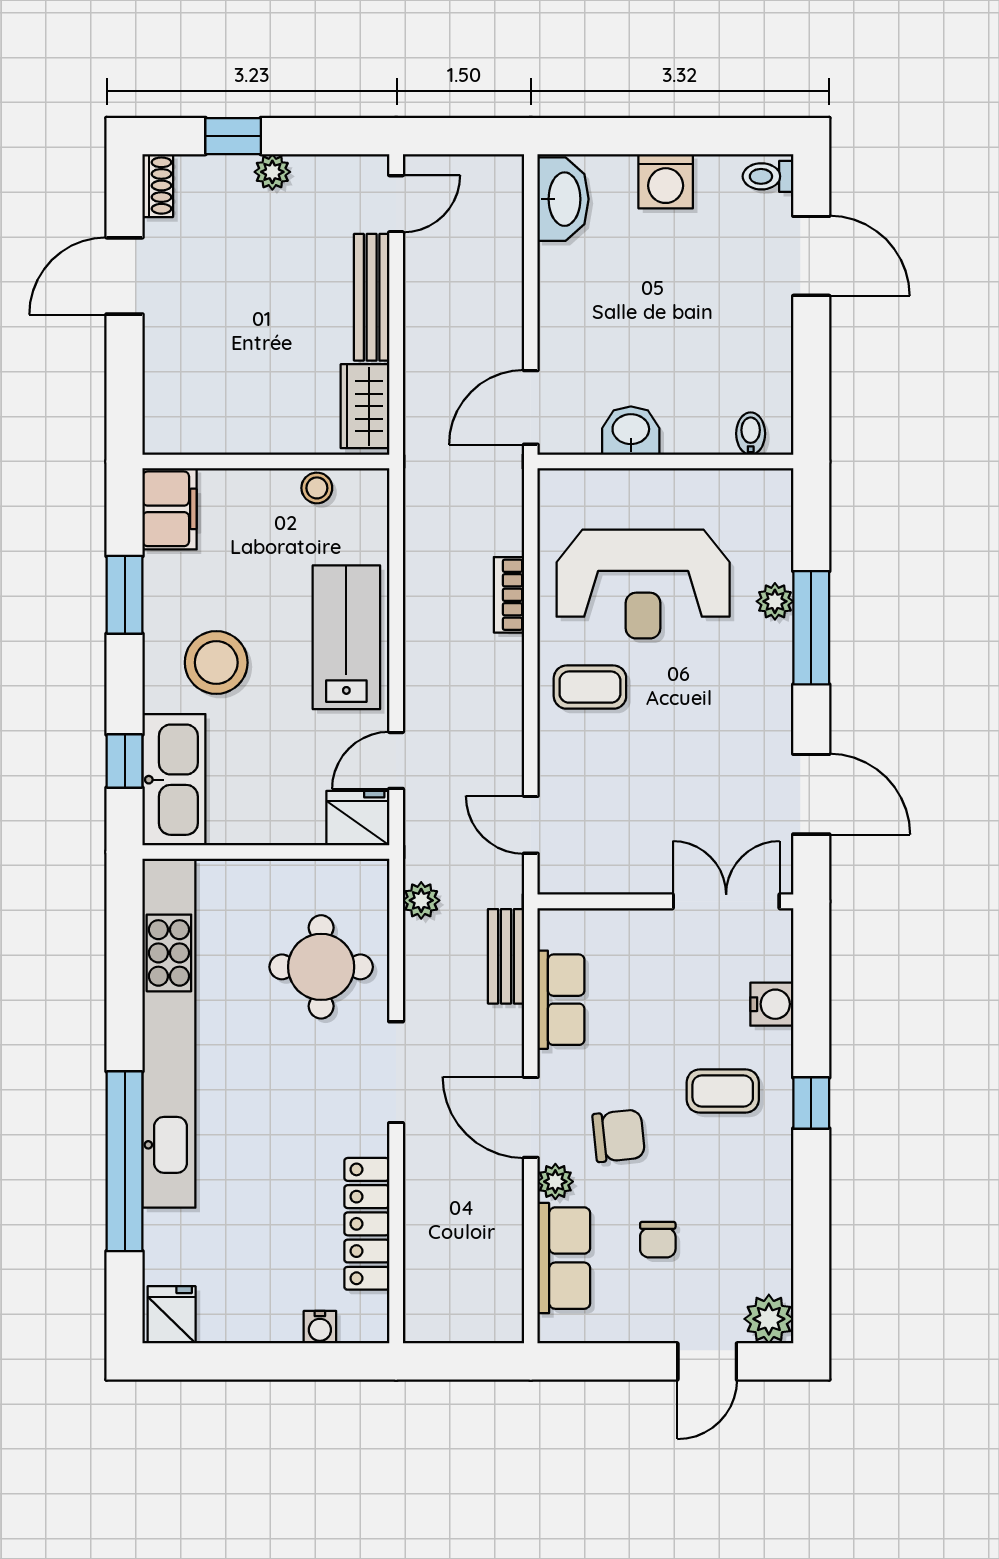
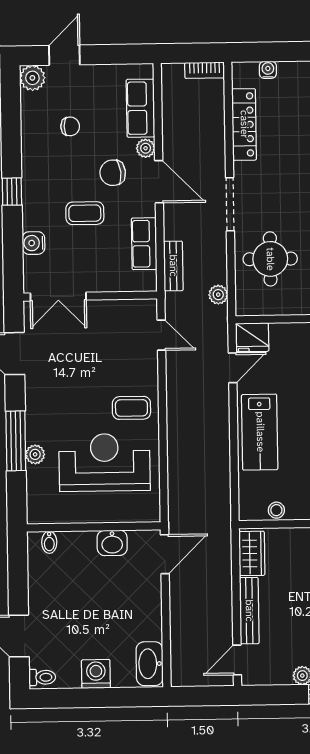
bookcase: (509, 595) -> (205, 70), moved, turned 90
coffee table: (723, 1091) -> (85, 213), moved
chair: (658, 1240) -> (70, 126), moved, turned 90

